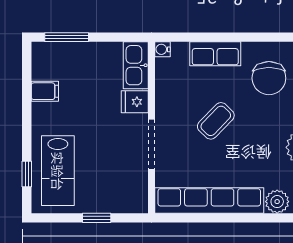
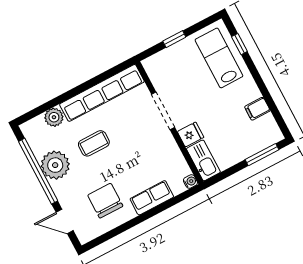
coffee table: (216, 121) -> (94, 143), moved, turned 46

